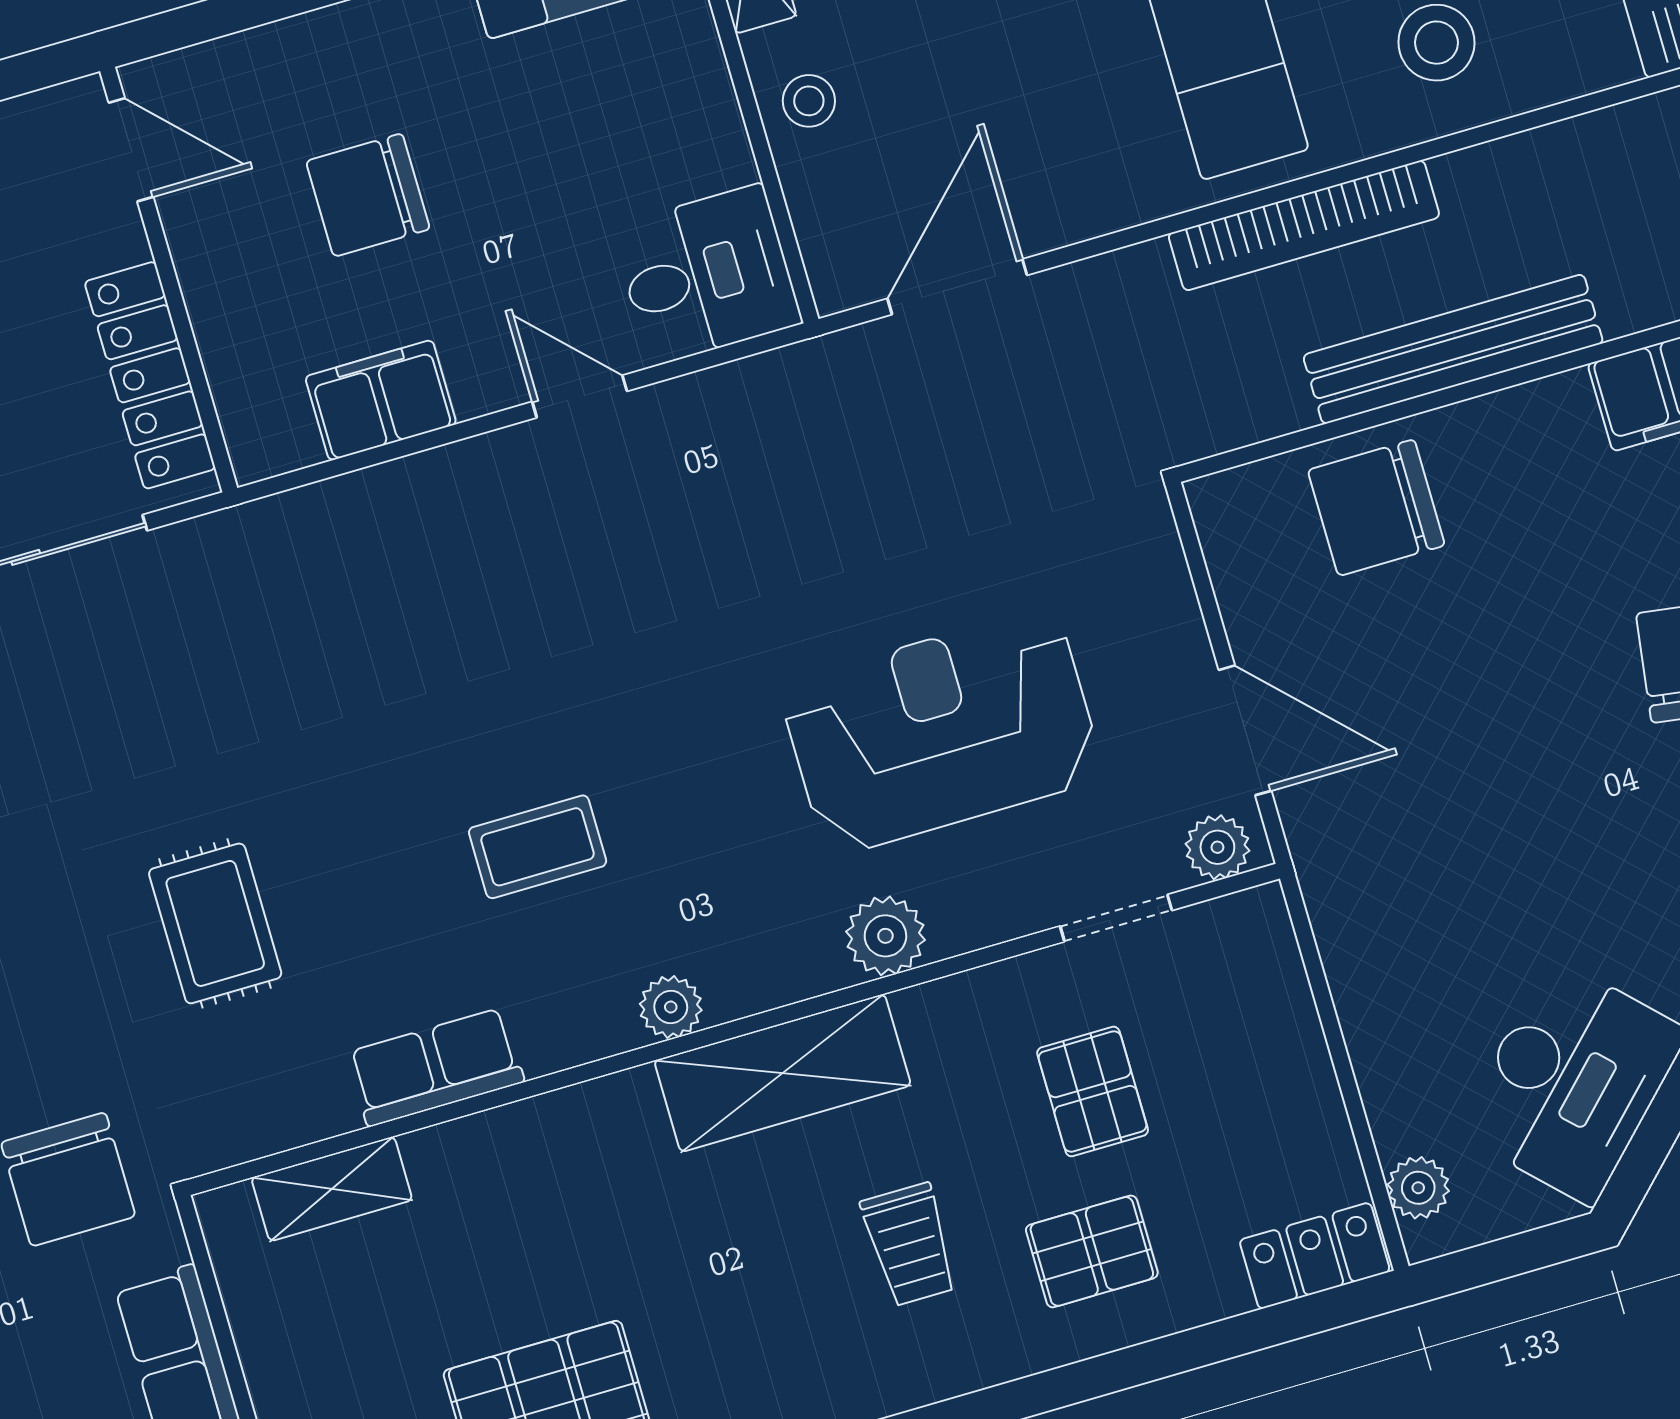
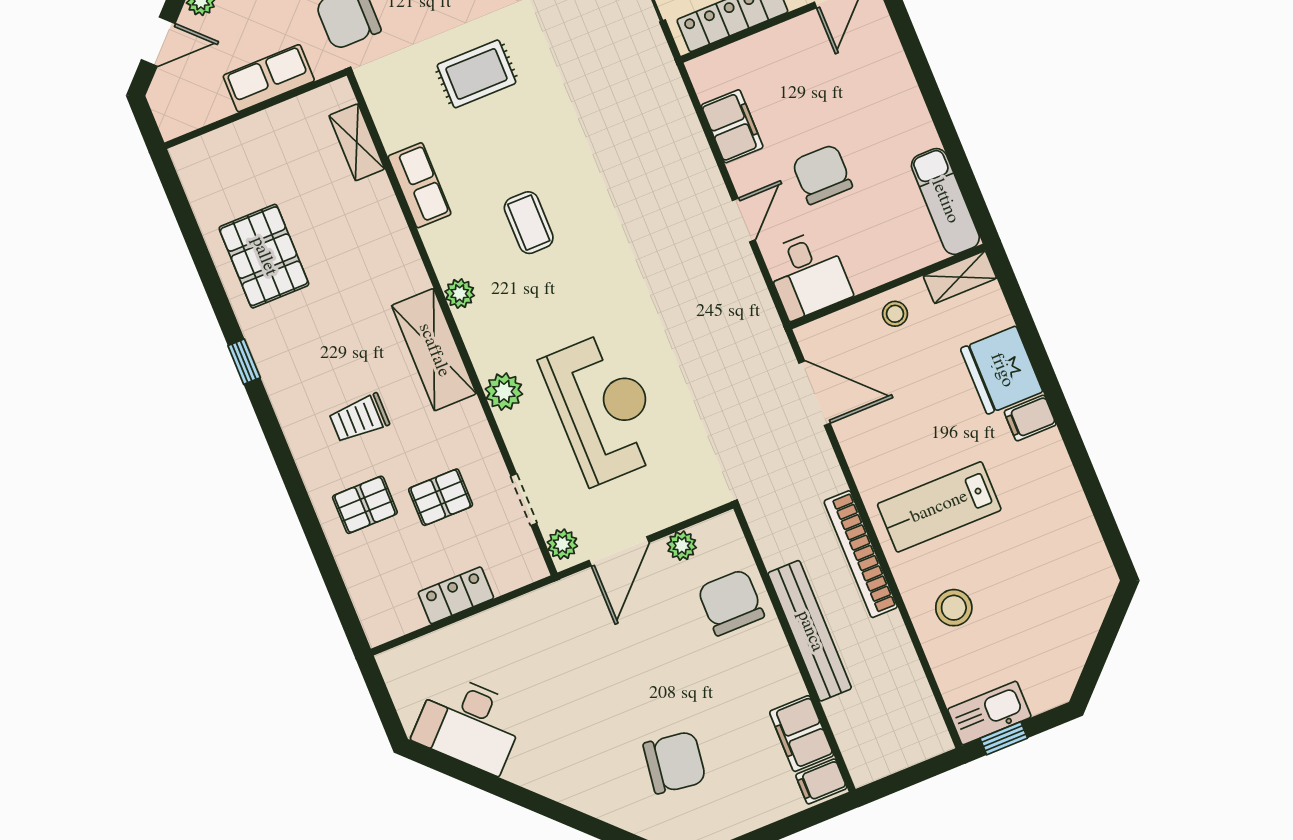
chair: (368, 195) -> (822, 174), moved
plant: (1418, 1188) -> (682, 546), moved
pallet: (1092, 1251) -> (365, 505), turned 90
locker: (1315, 1256) -> (456, 595), moved, turned -90

